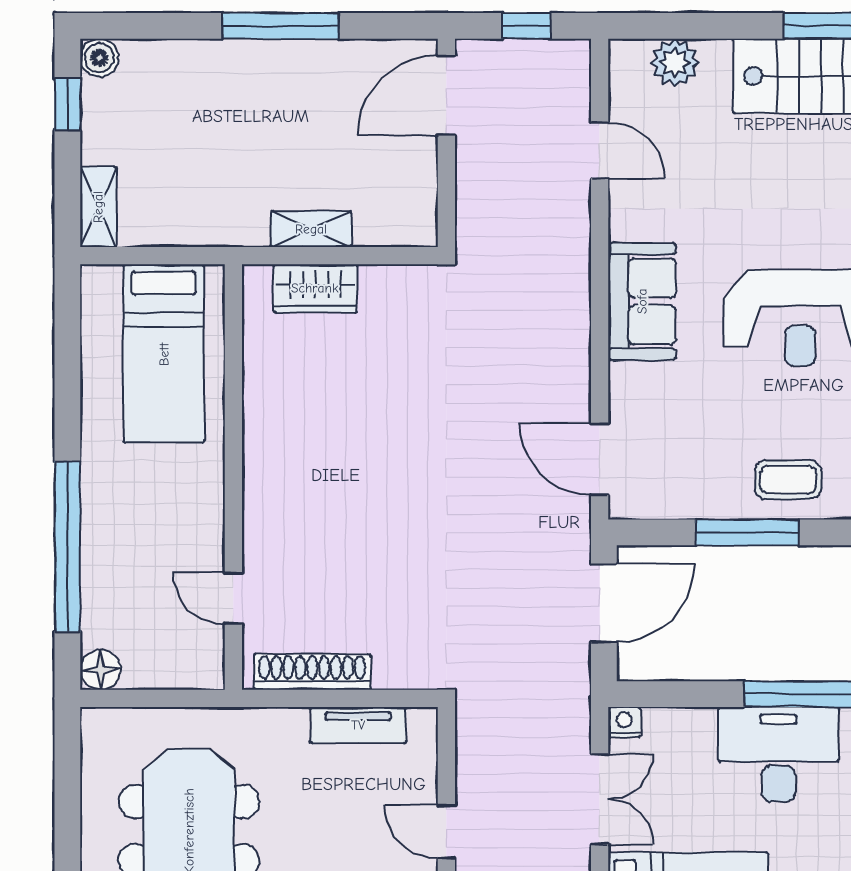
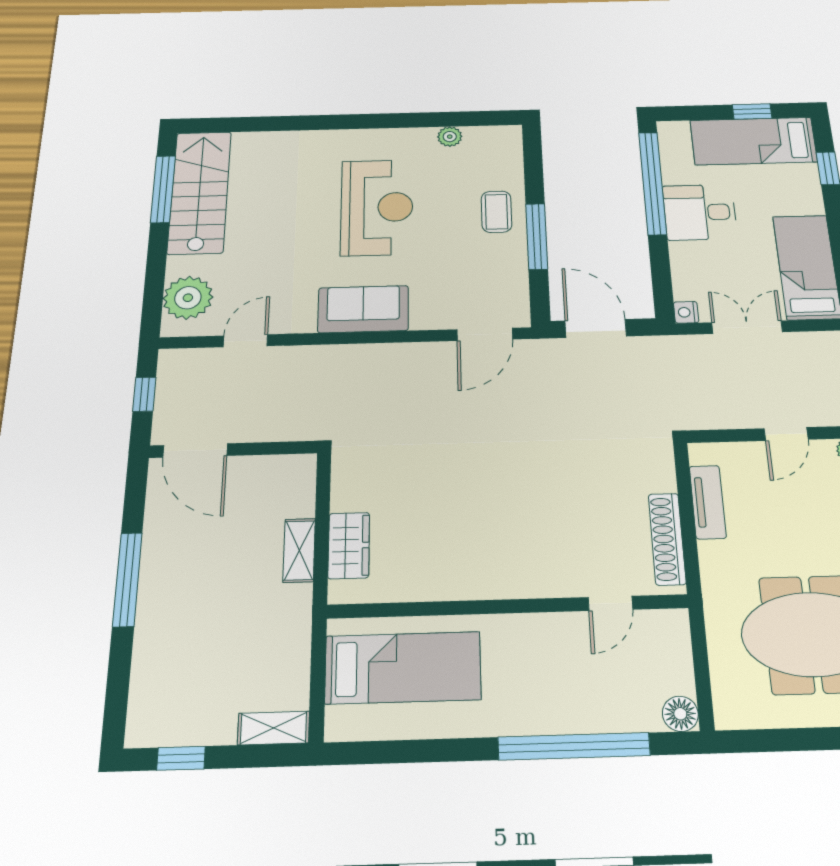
boiler: (99, 58) -> (142, 731), removed
plant: (675, 63) -> (188, 298), width x1.36, depth x1.36
desk: (778, 754) -> (700, 212), width x0.73

